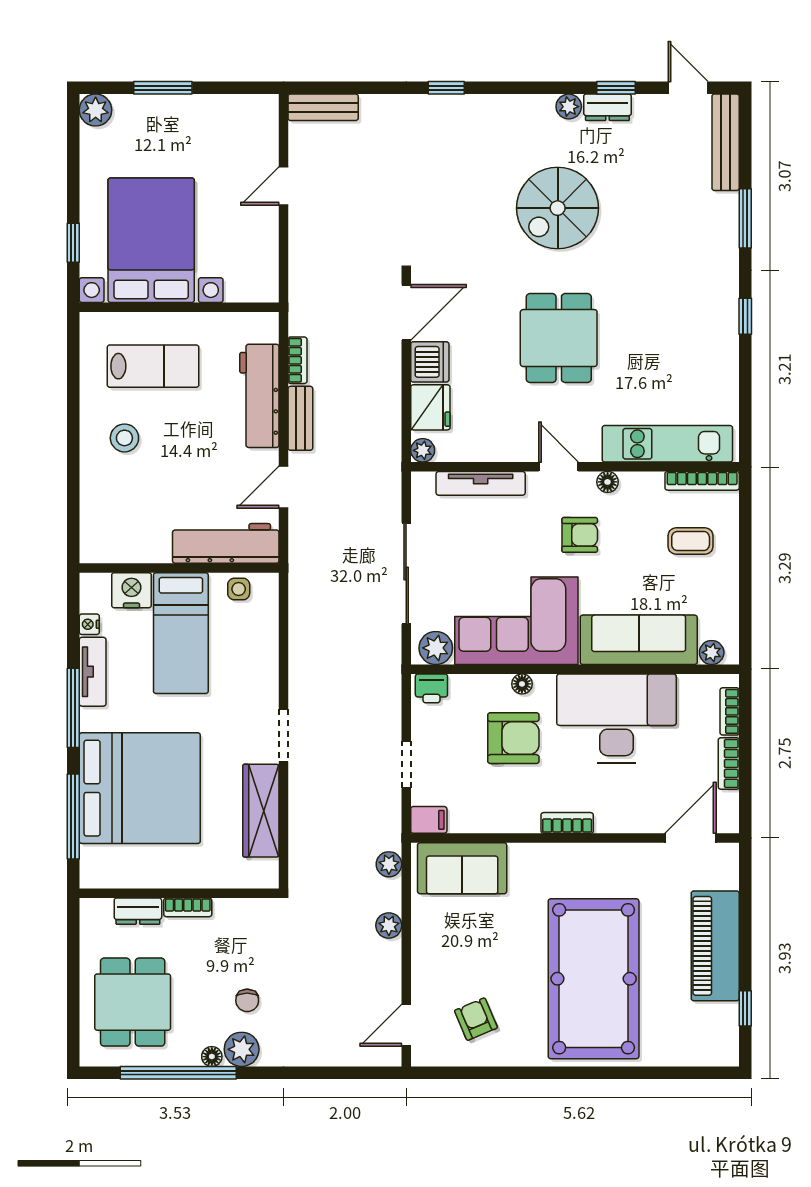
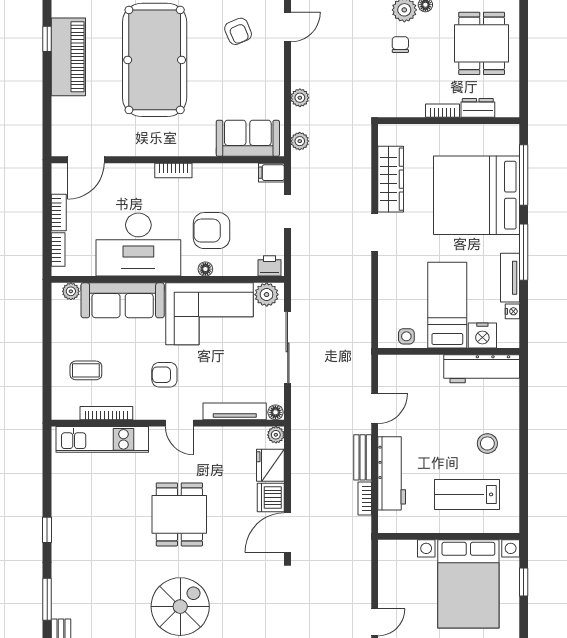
bookcase: (702, 481) -> (106, 413), moved
floor lamp: (608, 482) -> (275, 412), moved
workbench: (226, 543) -> (482, 369), moved
piano: (715, 946) -> (68, 57), moved

